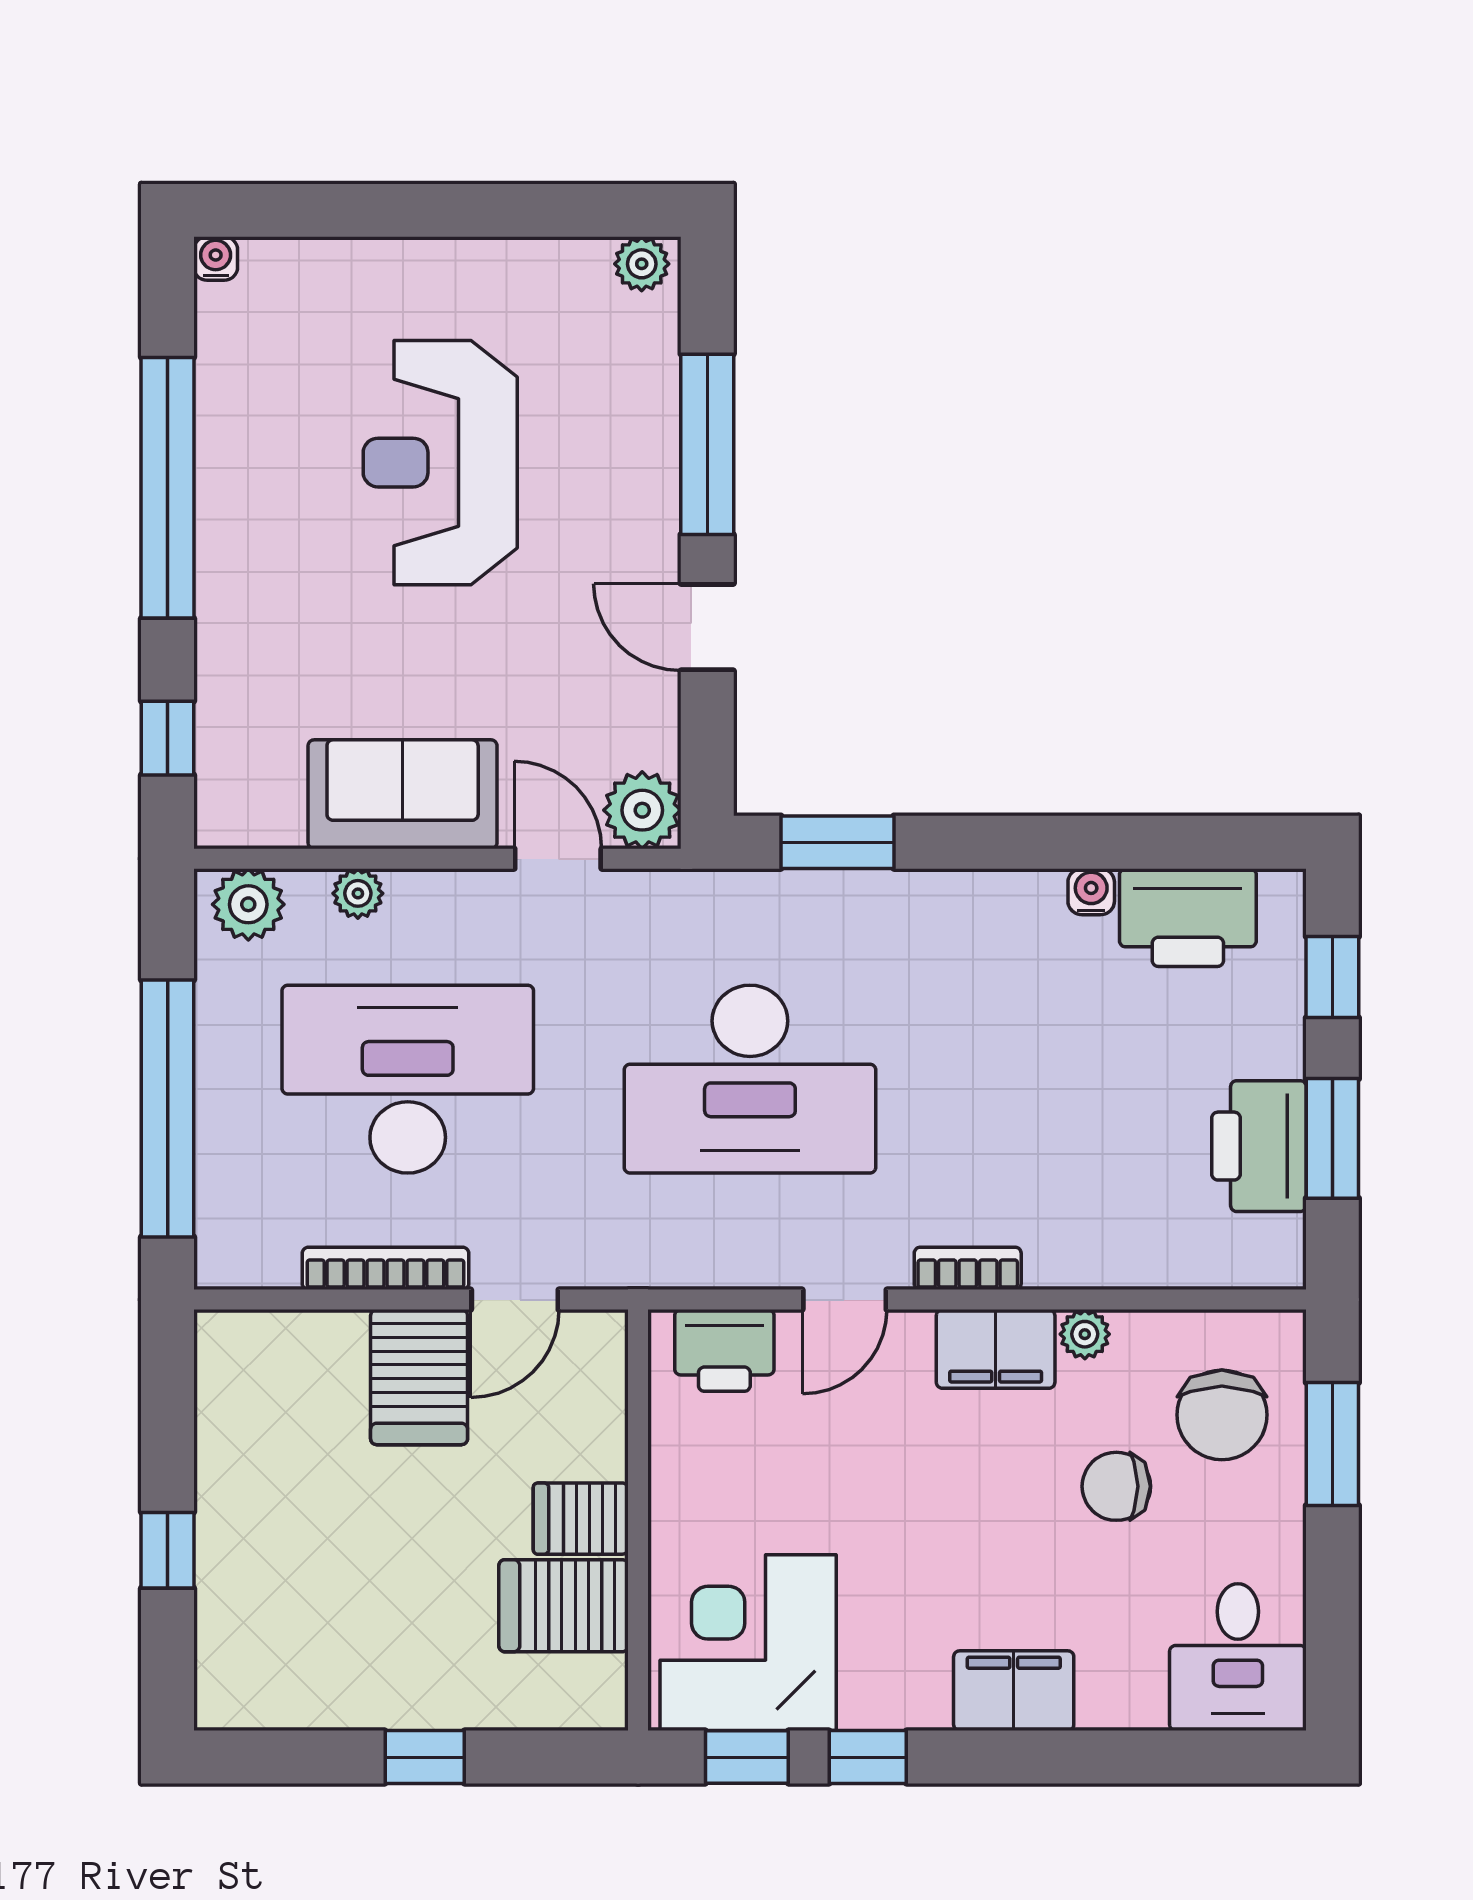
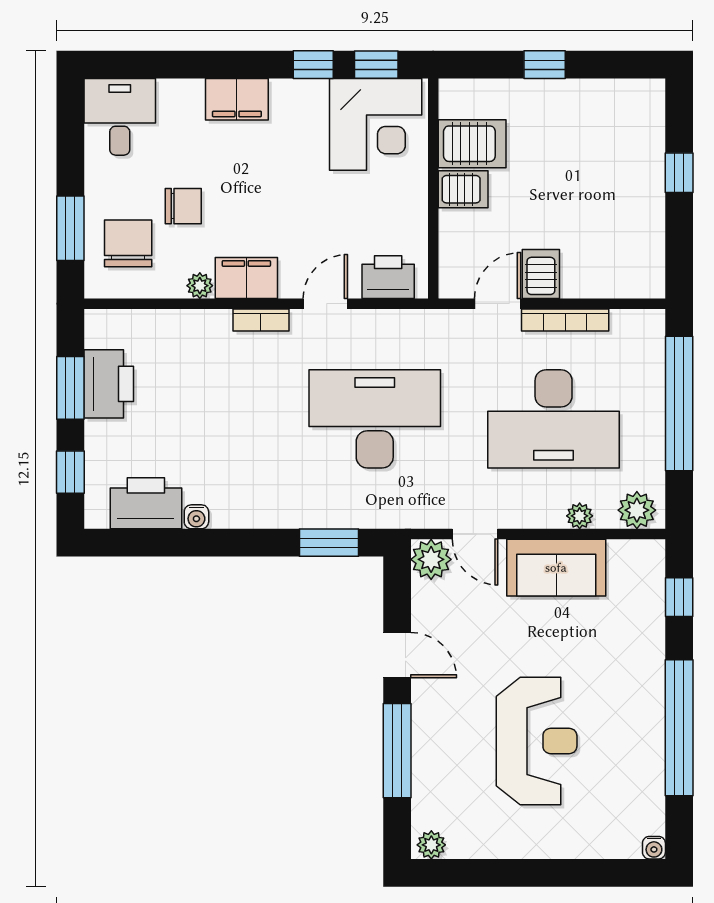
server rack: (419, 1377) -> (541, 274), width x0.73, depth x0.70

